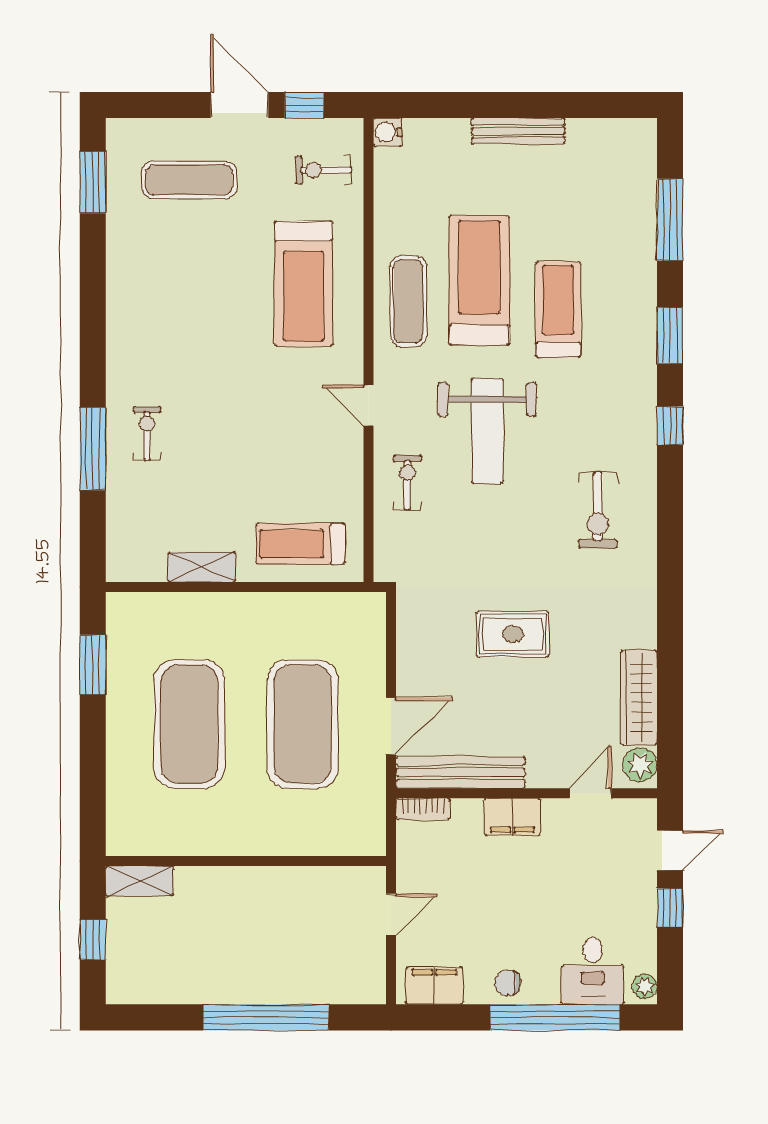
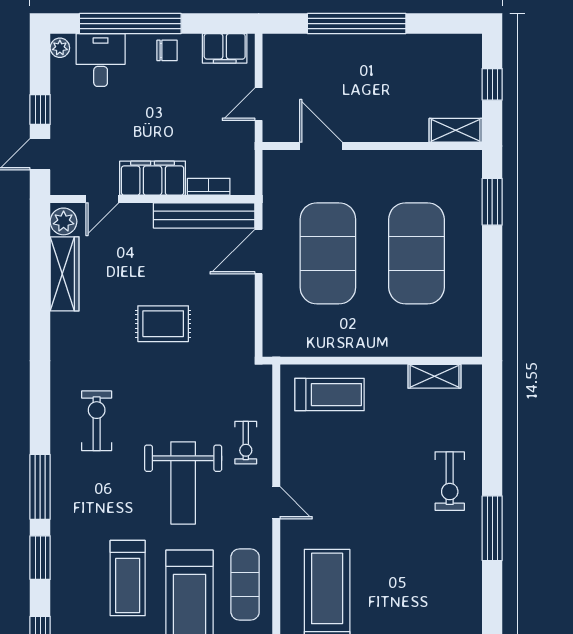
window: (670, 426) -> (40, 487), width x2.17
weight bench: (487, 431) -> (183, 483), turned 180
exercise bike: (147, 433) -> (450, 481), width x1.38, depth x1.39
window: (93, 449) -> (492, 528), moved
shelving: (202, 567) -> (434, 376), moved
window: (93, 665) -> (492, 202), moved
bookcase: (423, 809) -> (209, 187), moved
filing cabinet: (512, 817) -> (153, 178), width x1.50, depth x1.17
door: (311, 861) -> (321, 146), added

